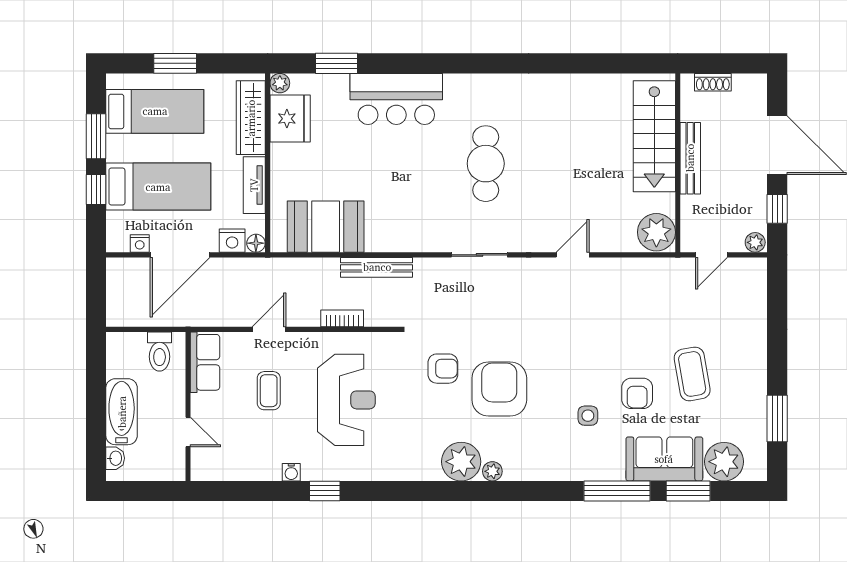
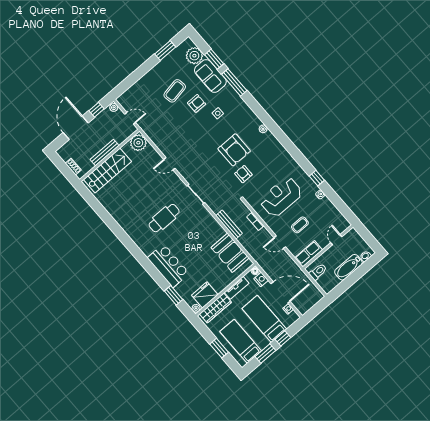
armchair: (499, 389) -> (234, 150), turned -90
plant: (461, 462) -> (269, 142), removed

